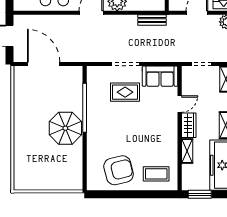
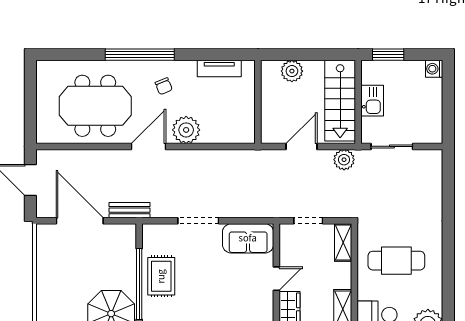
bench: (152, 20) -> (130, 210), moved
rug: (125, 92) -> (161, 276), moved, turned 90

